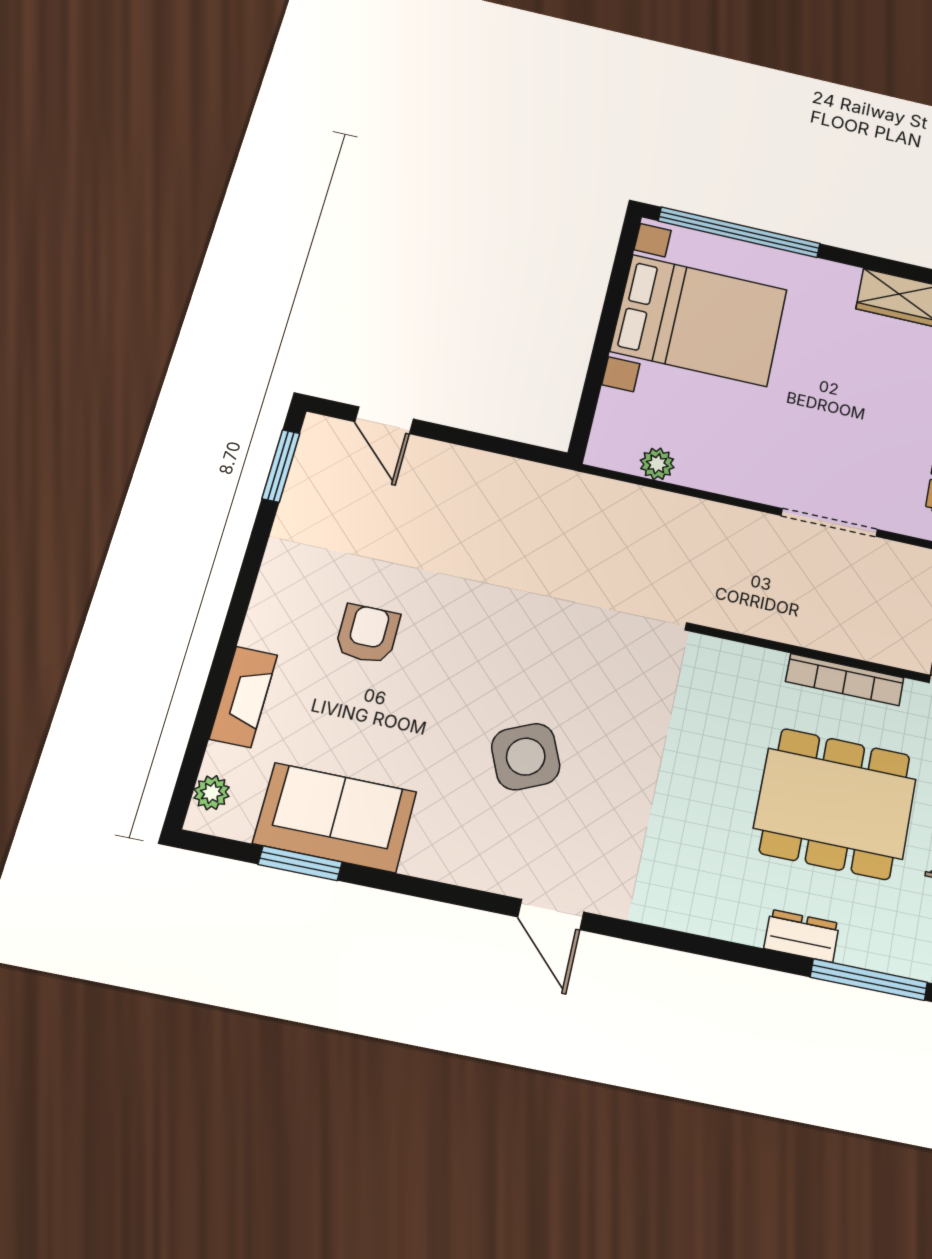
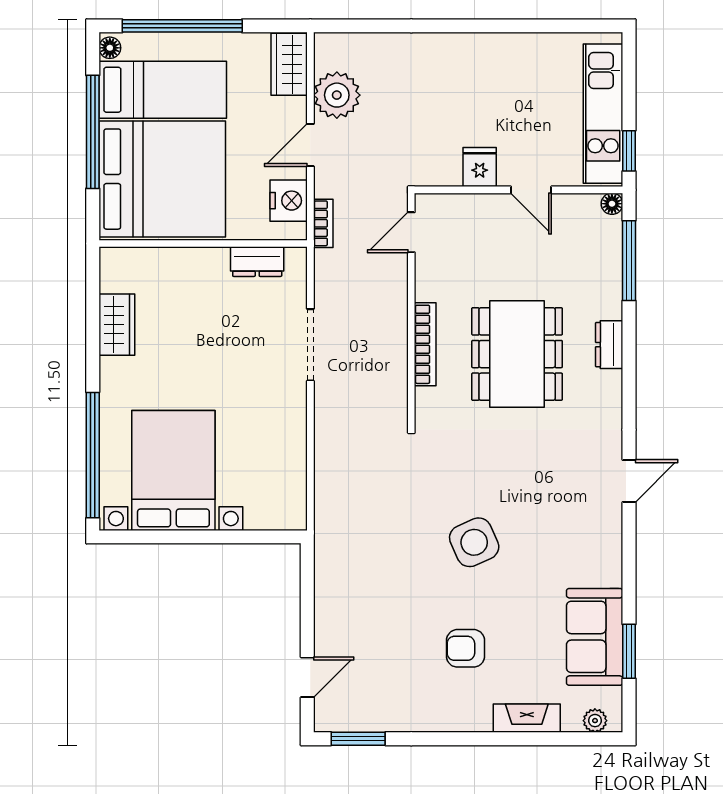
plant: (657, 464) -> (294, 478), removed
bookcase: (845, 680) -> (425, 344), moved
side table: (526, 757) -> (474, 542), moved
dining table: (835, 804) -> (517, 354), moved
dresser: (802, 936) -> (609, 345), moved

